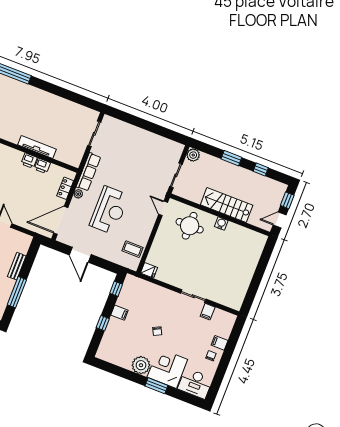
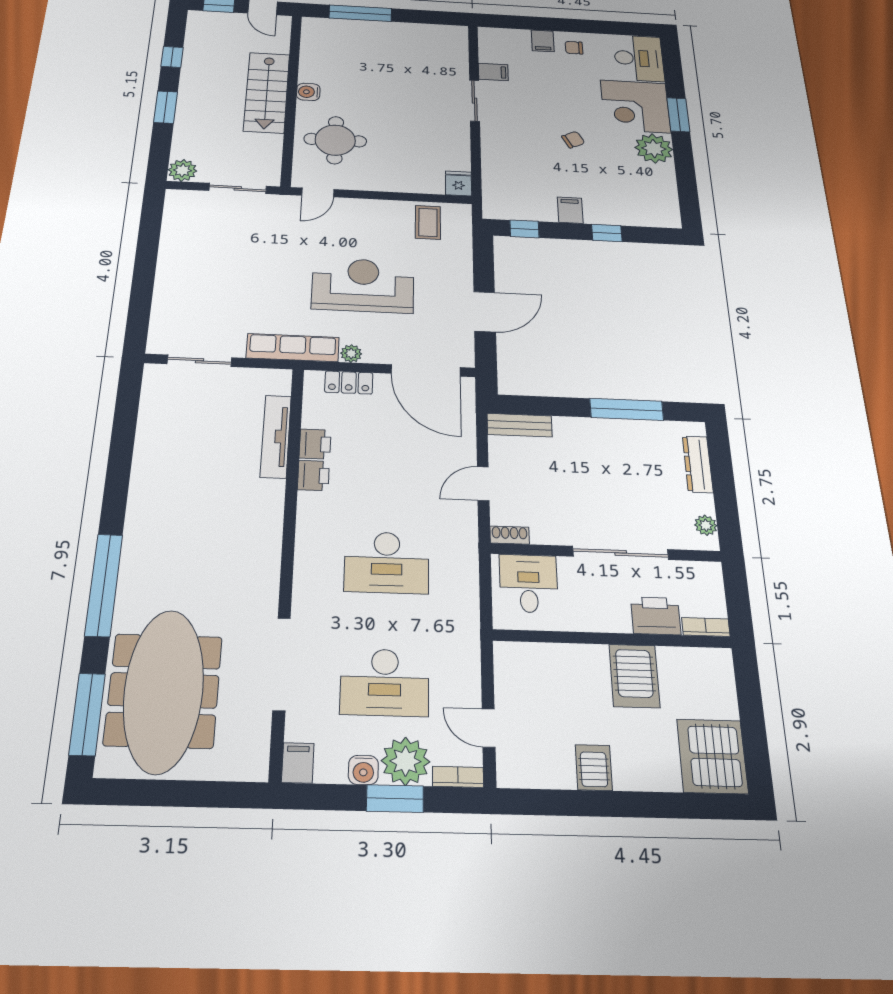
tv unit: (37, 147) -> (276, 436), moved
window: (263, 264) -> (360, 13), added
bench: (17, 266) -> (520, 425), moved

